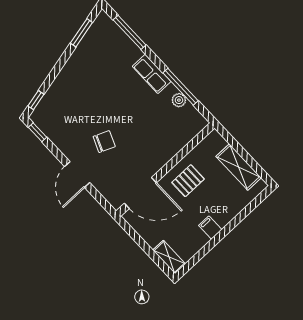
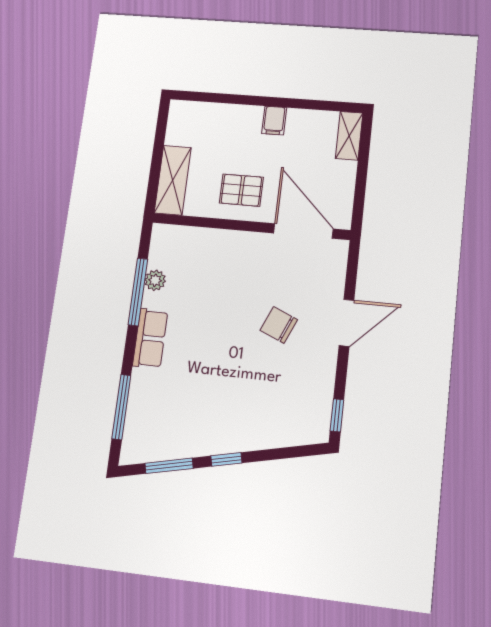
window: (36, 100) -> (226, 459), moved
shelving: (239, 167) -> (173, 180), moved

